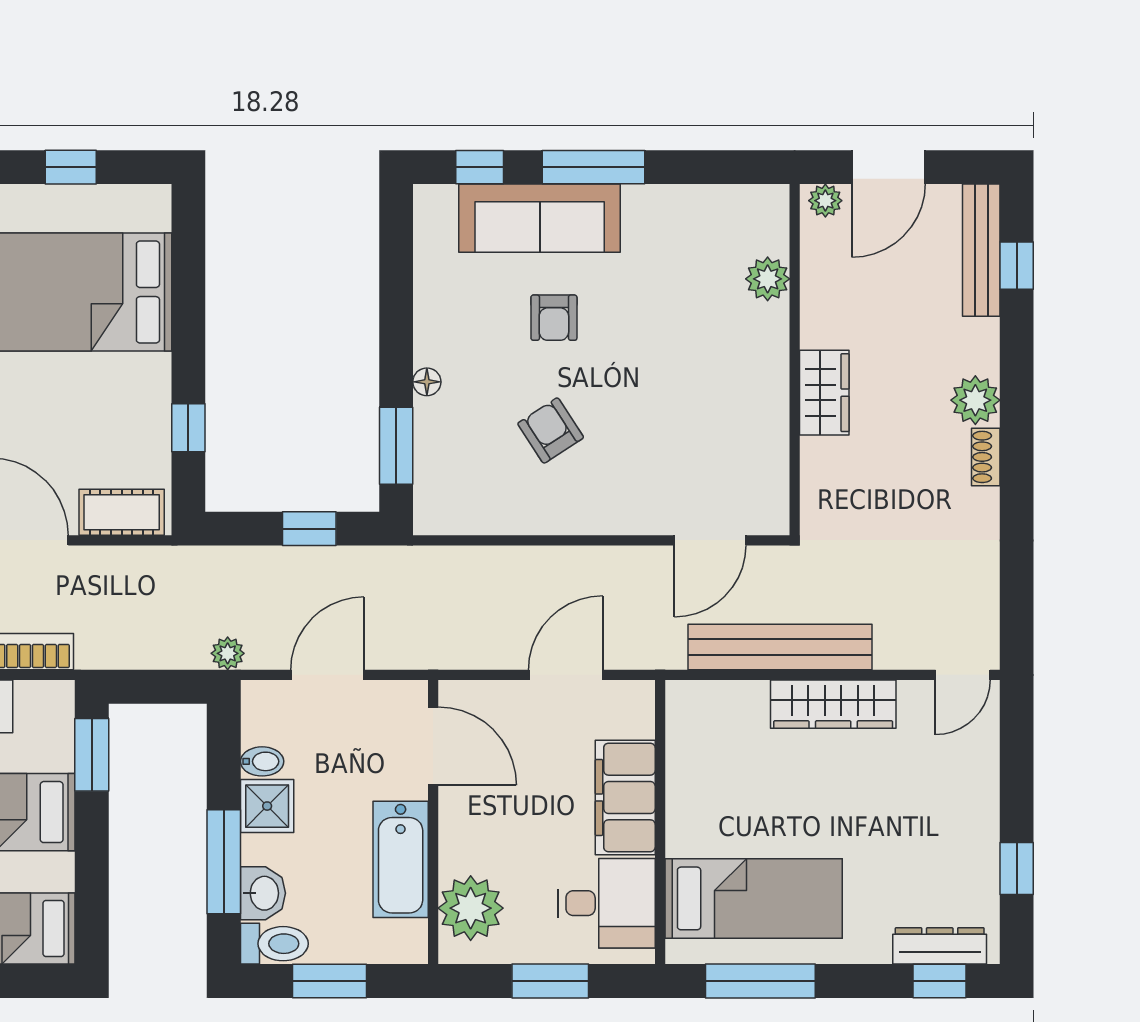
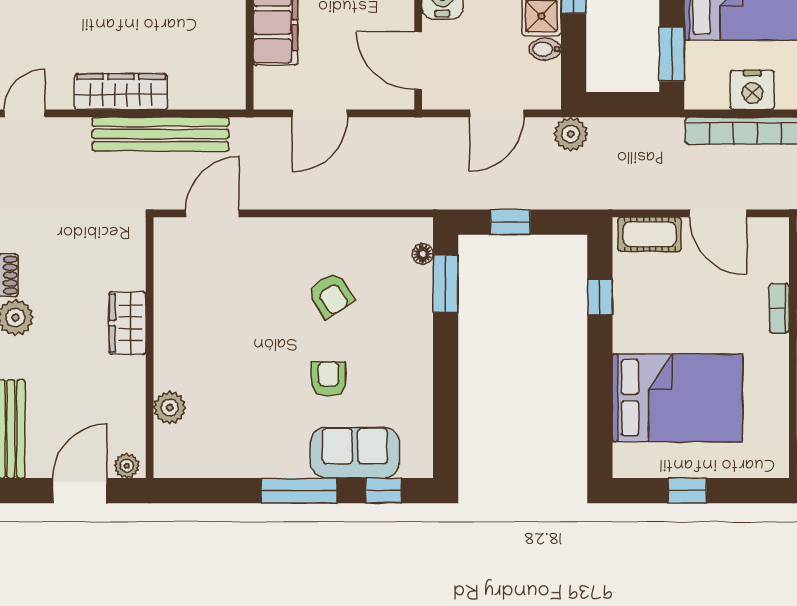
sofa: (540, 218) -> (355, 453), width x0.73
floor lamp: (427, 382) -> (423, 254), moved
plant: (228, 653) -> (571, 134), width x1.38, depth x1.38

